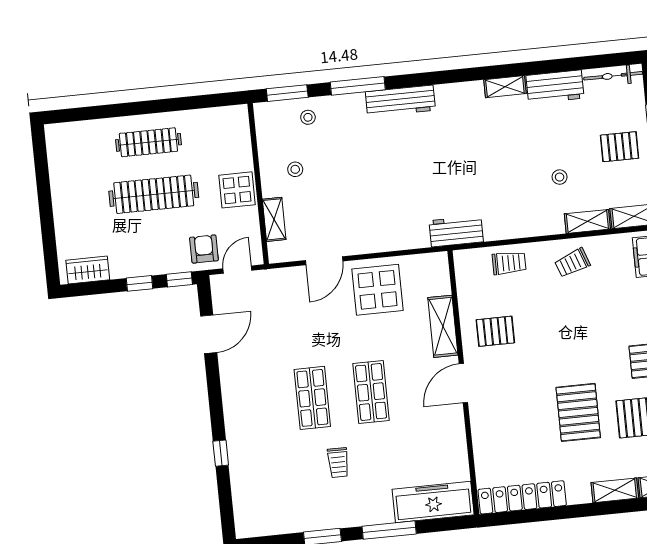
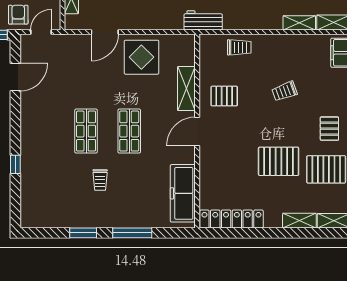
trolley: (572, 263) -> (284, 91), moved
pallet: (578, 412) -> (279, 161), turned 90
freezer: (433, 502) -> (183, 193), moved, turned -90

